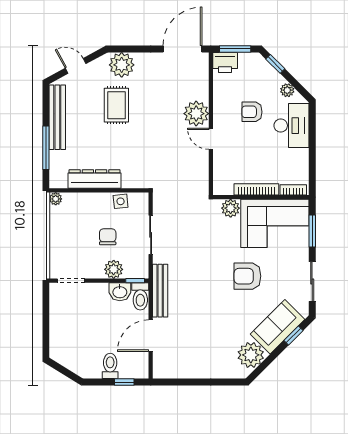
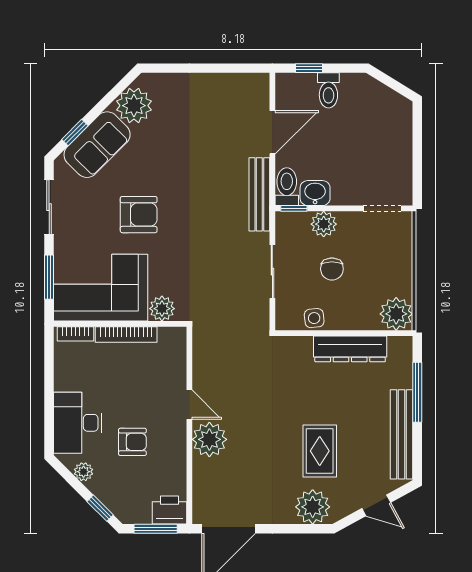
plant: (56, 199) -> (396, 314), width x1.88, depth x1.88

